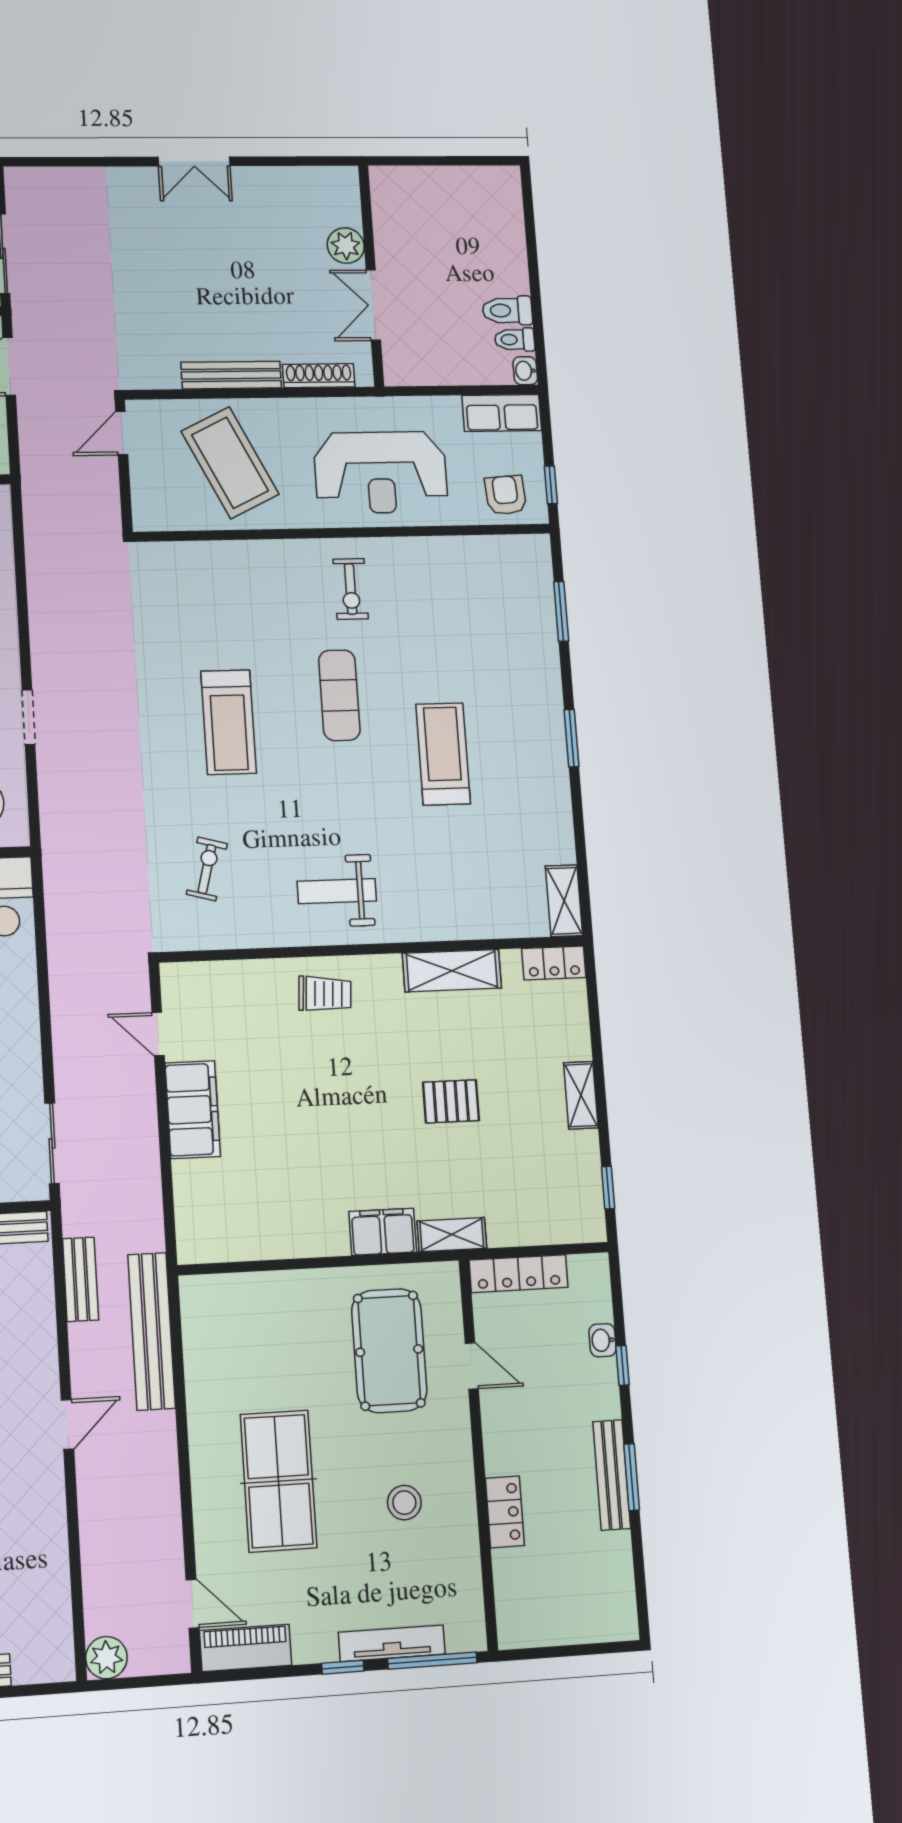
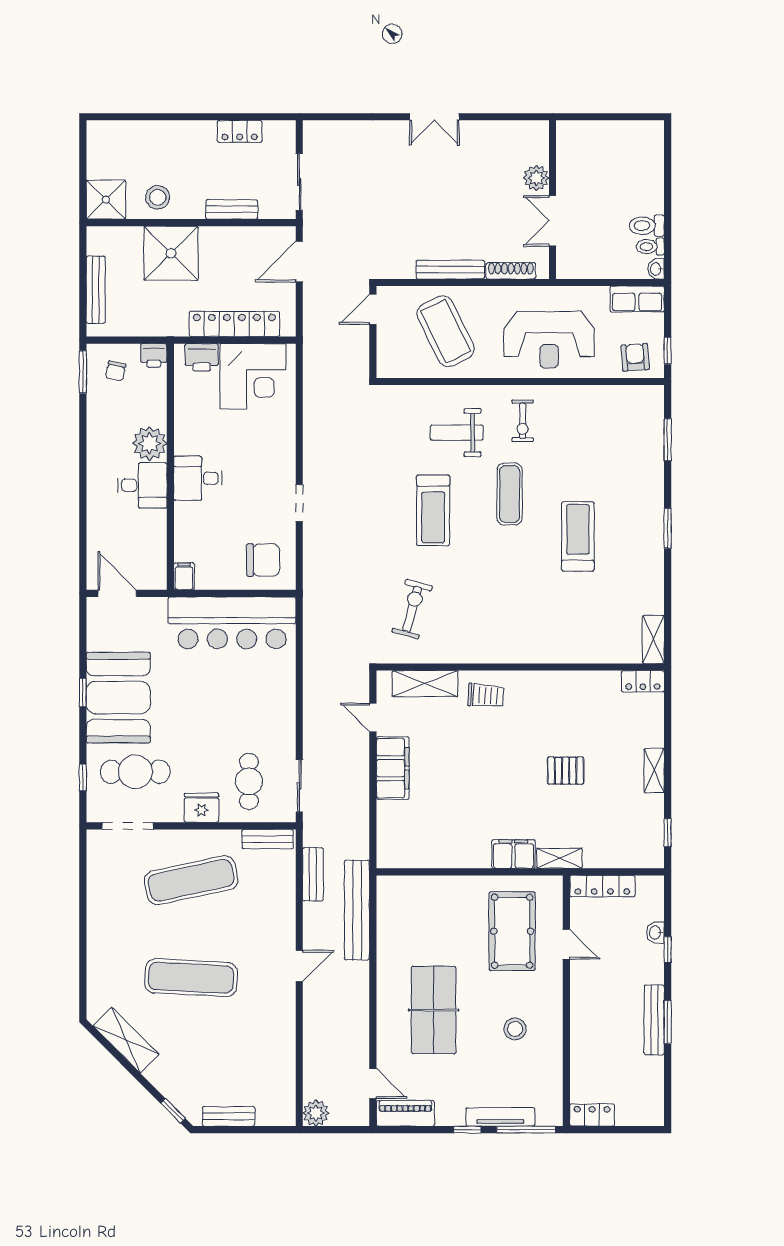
exercise bike: (207, 869) -> (412, 609), width x1.38, depth x1.39
weight bench: (337, 891) -> (457, 433), moved
shelving: (452, 971) -> (425, 684), moved
locker: (505, 1512) -> (592, 1115), moved, turned -90

